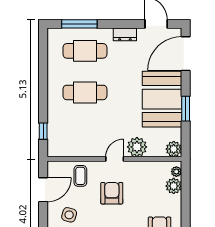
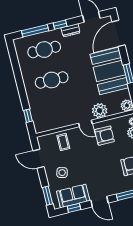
window: (113, 24) -> (60, 25), added
door: (115, 159) -> (85, 123), swing flipped
door: (43, 190) -> (39, 159), swing flipped
armchair: (112, 193) -> (105, 136), moved, turned 90

